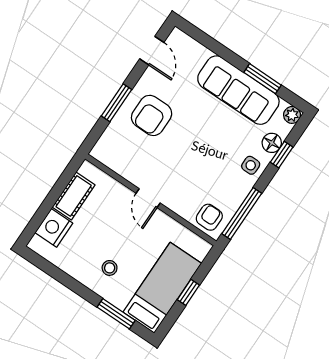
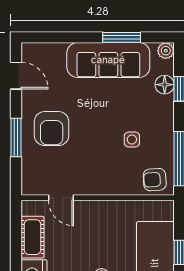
side table: (251, 165) -> (132, 140), moved
door: (148, 198) -> (61, 198), moved
armchair: (209, 217) -> (155, 180), turned -94

